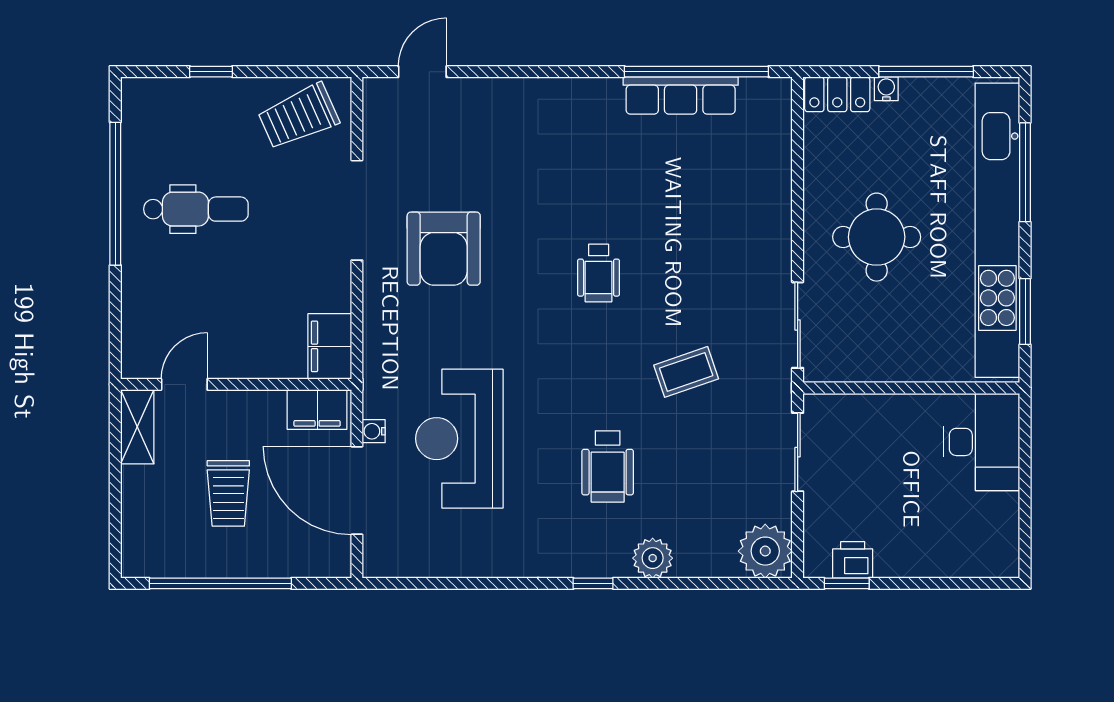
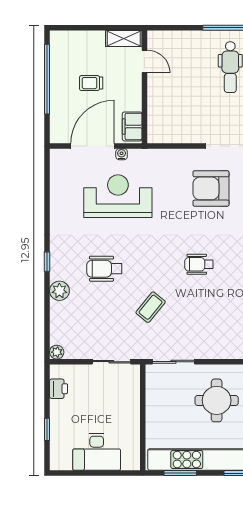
filing cabinet: (330, 346) -> (163, 133), removed
coffee table: (686, 372) -> (151, 307), turned 58
desk: (981, 442) -> (97, 452), moved
trolley: (228, 493) -> (91, 83), width x0.73, depth x0.72
plant: (765, 551) -> (57, 352), width x0.53, depth x0.53
window: (847, 583) -> (47, 429), moved

